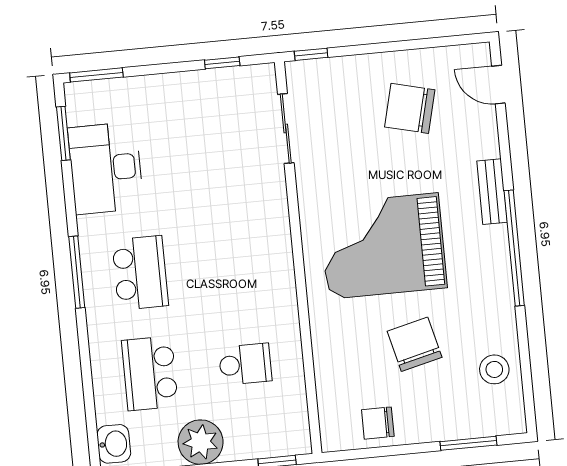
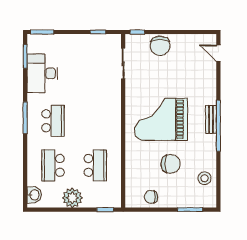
chair: (410, 108) -> (160, 46), moved, turned -104
bench: (492, 192) -> (211, 119), moved
chair: (415, 344) -> (171, 164), turned 104
school desk: (245, 364) -> (95, 165), width x1.85

